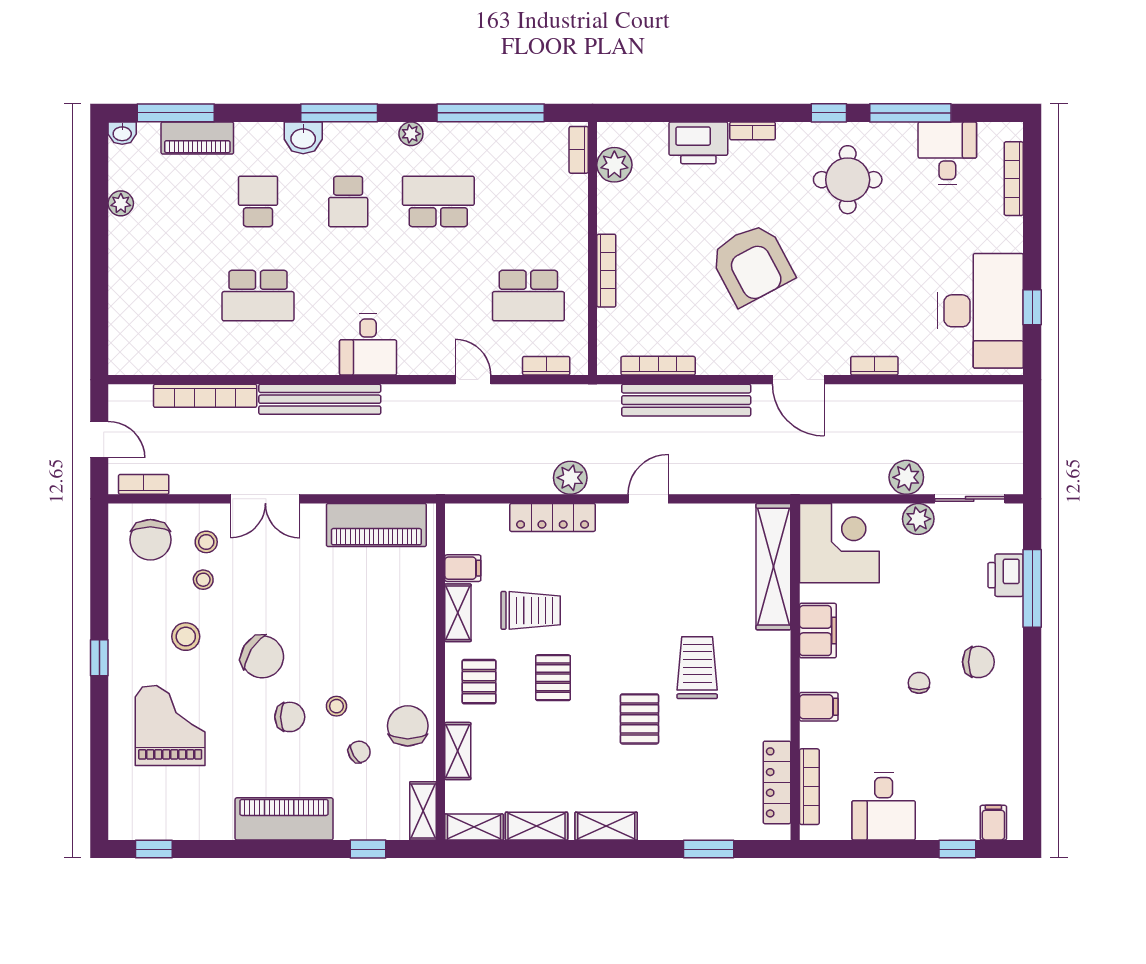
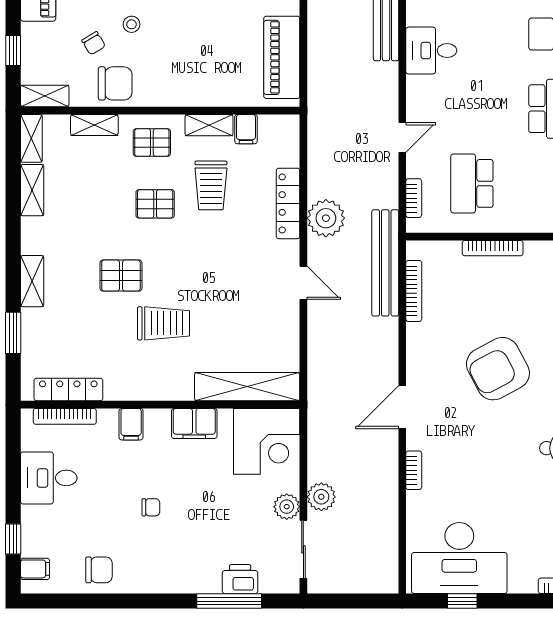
bench: (686, 400) -> (385, 263), moved
plant: (570, 478) -> (326, 218), width x1.36, depth x1.36
chair: (978, 662) -> (99, 570), moved, turned -90
shelving: (606, 826) -> (32, 281), moved

